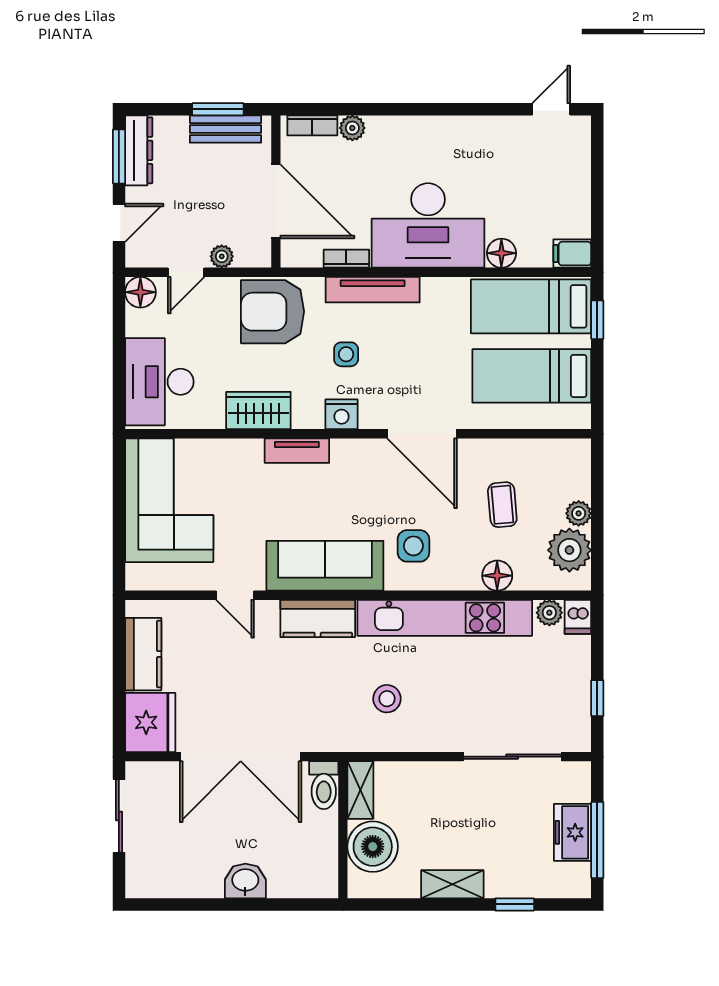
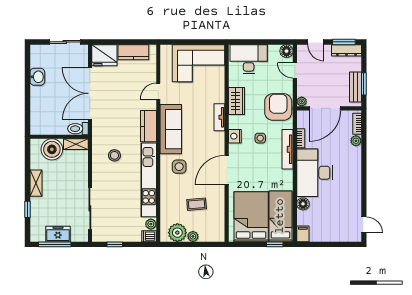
plant: (222, 256) -> (302, 101), moved
bed: (532, 376) -> (251, 217), width x1.50
floor lamp: (497, 576) -> (167, 202), removed
washbasin: (245, 881) -> (37, 77), moved

